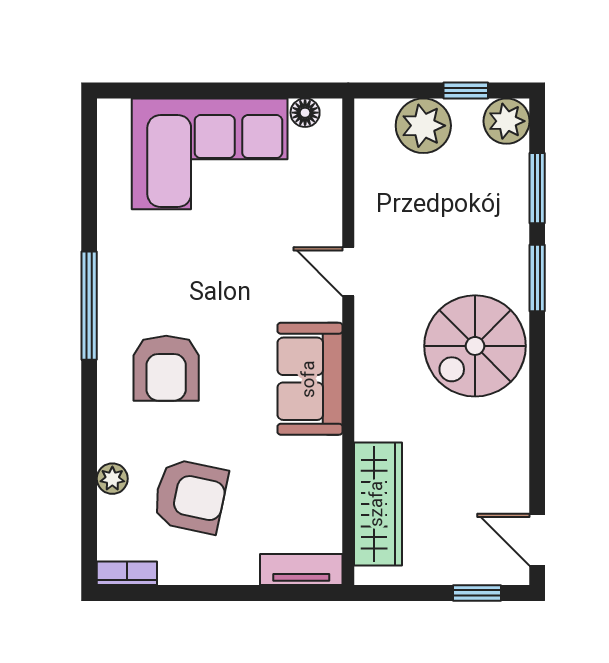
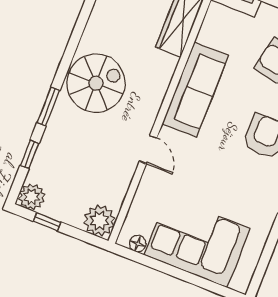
plant: (423, 126) -> (100, 221), moved
window: (537, 188) -> (29, 154), width x0.67
sofa: (310, 379) -> (195, 90), width x1.36

